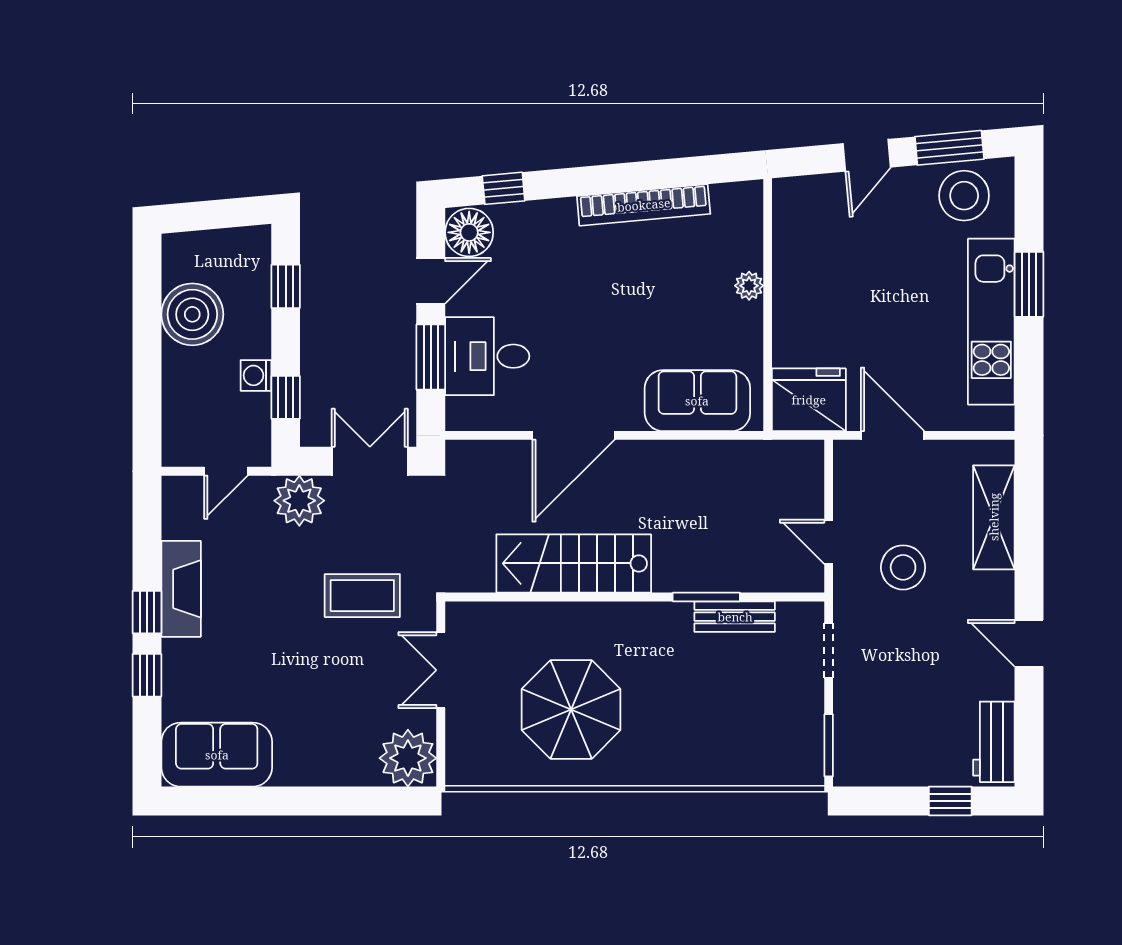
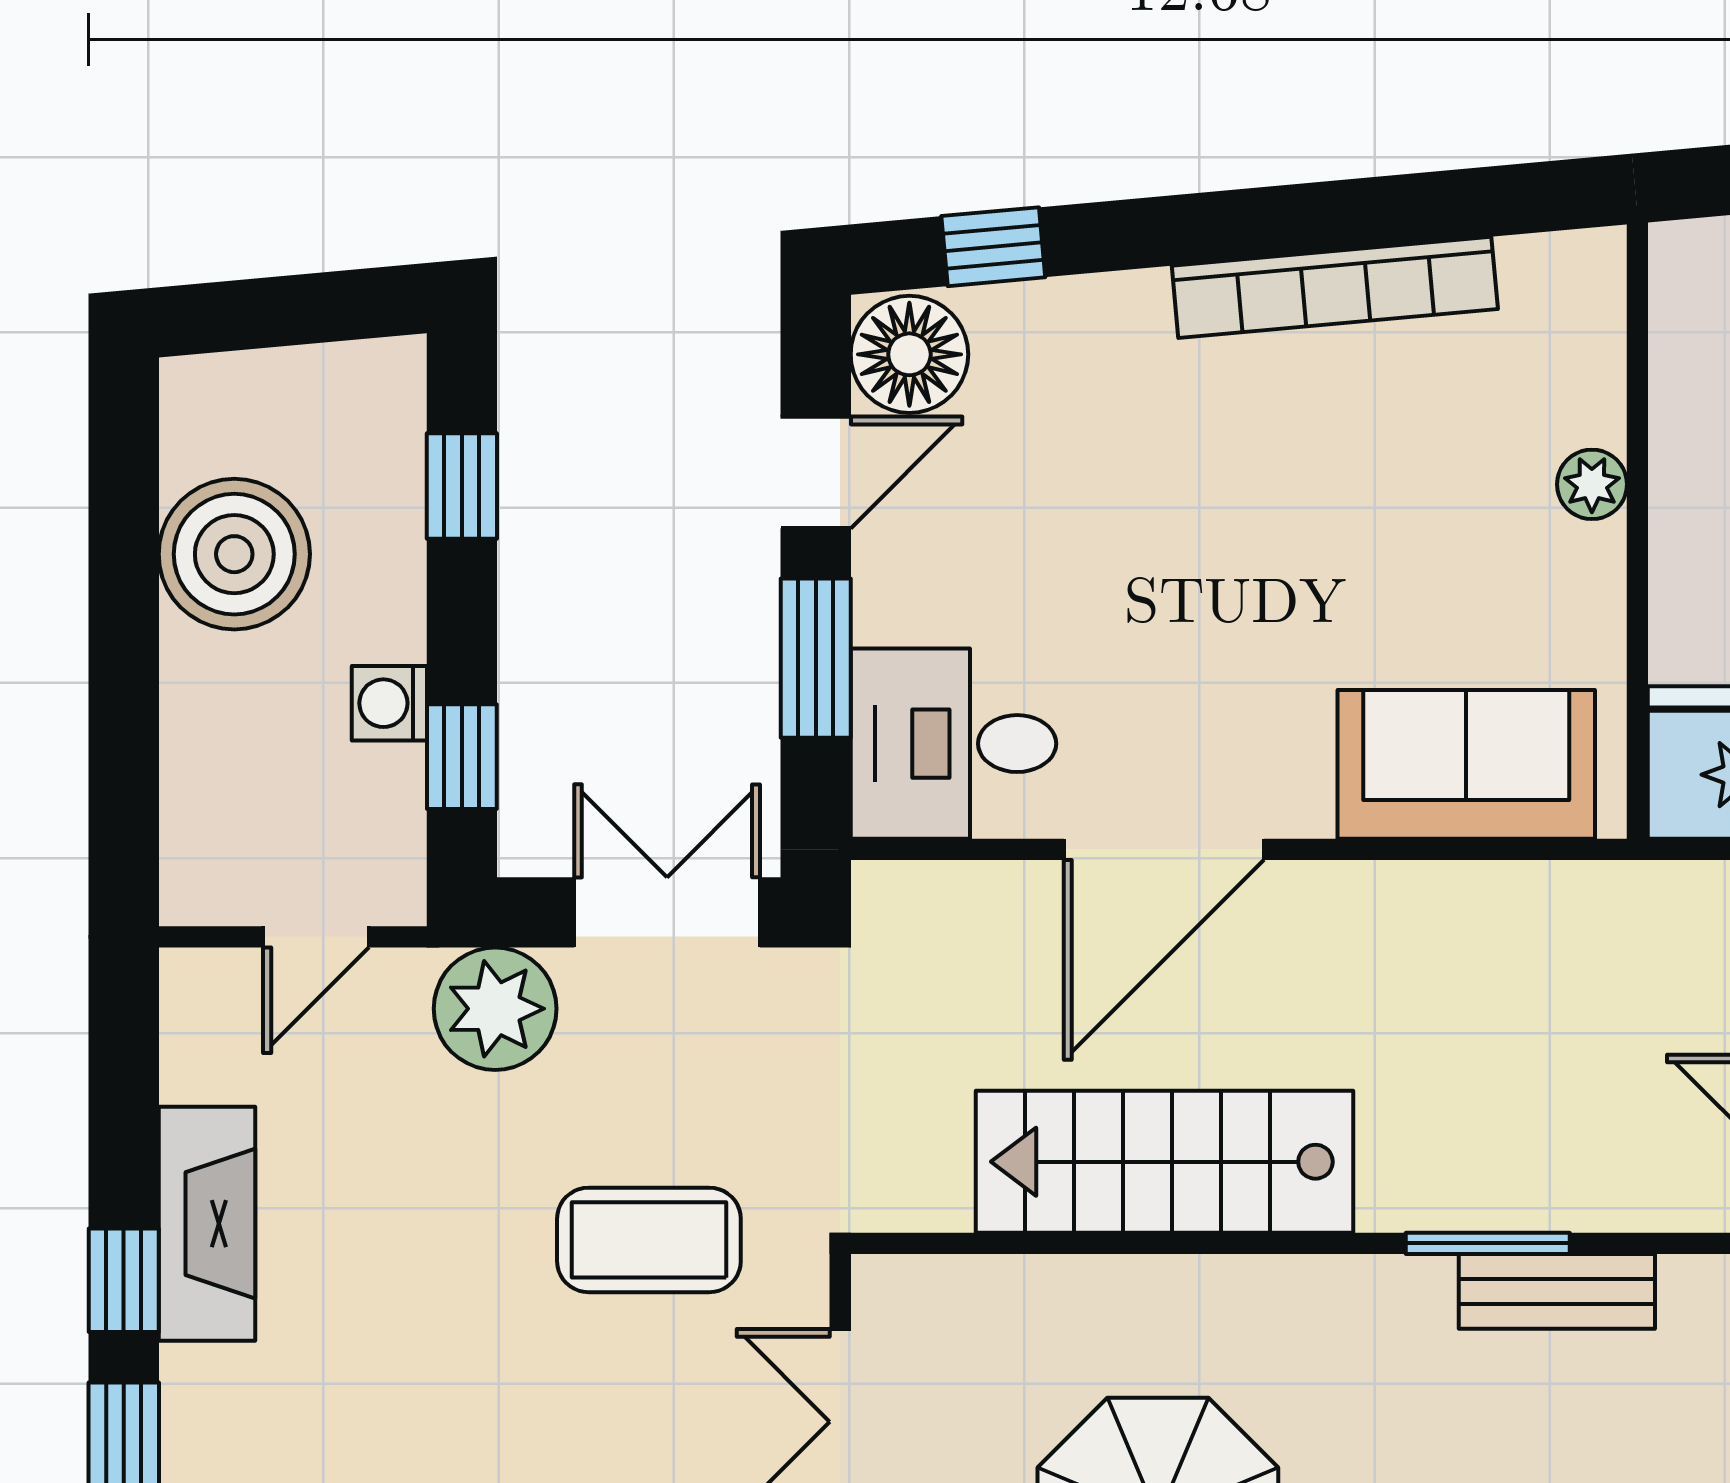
desk: (487, 356) -> (953, 744), moved

